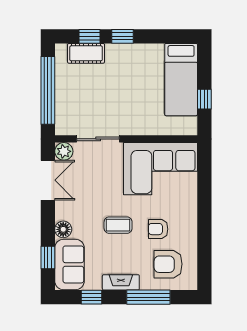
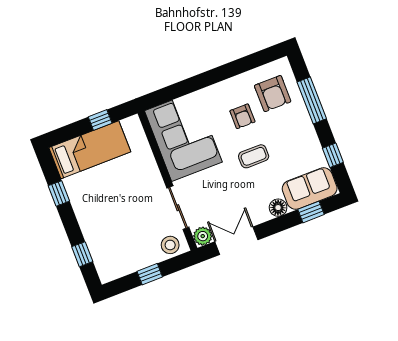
window: (122, 36) -> (59, 193), moved
cot: (86, 53) -> (100, 251), removed
window: (48, 90) -> (150, 274), width x0.32
stool: (67, 119) -> (170, 245), added
coffee table: (118, 225) -> (254, 156), turned 90
fireplace: (121, 282) -> (308, 132), removed

